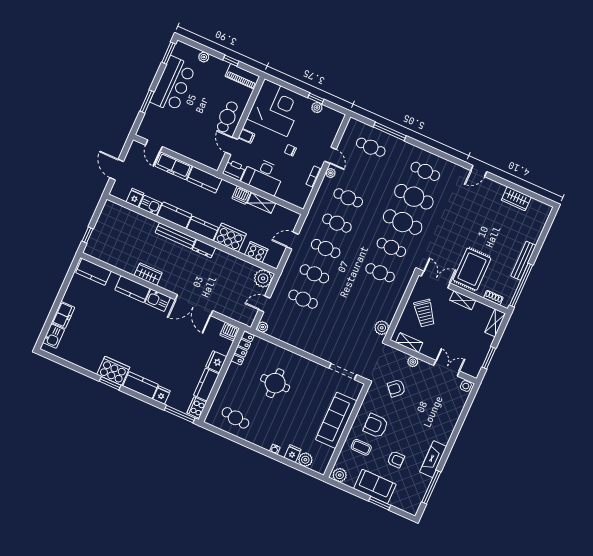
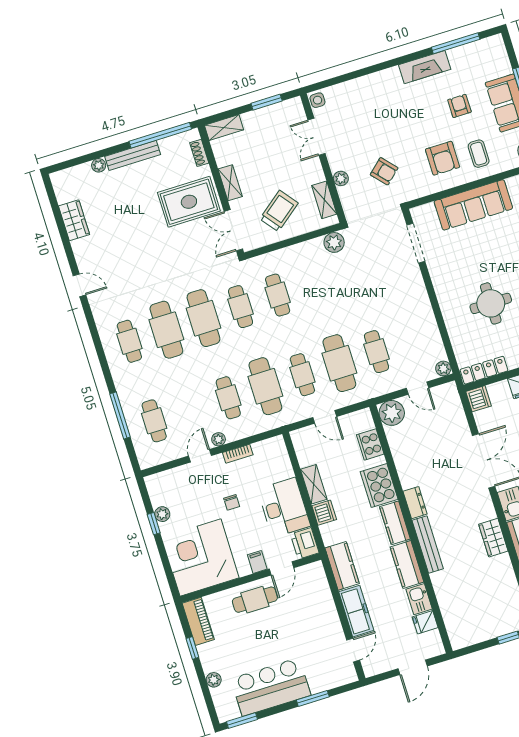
cafe table: (337, 223) -> (265, 386), width x1.37, depth x1.35
plant: (534, 238) -> (99, 165), added
cafe table: (314, 274) -> (339, 363), width x1.37, depth x1.35

